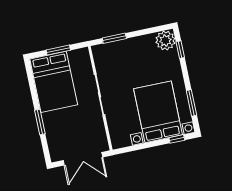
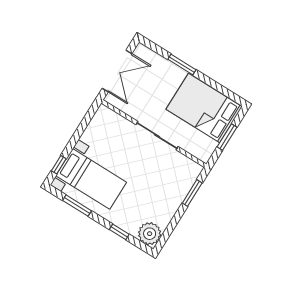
window: (180, 50) -> (119, 232), moved
bed with nightstands: (158, 112) -> (91, 179), width x0.73
double door: (83, 159) -> (117, 71), swing flipped

